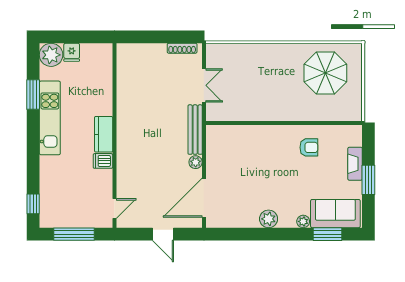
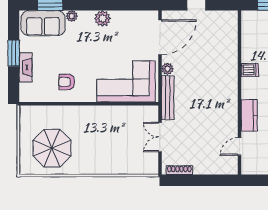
kitchen counter: (104, 134) -> (249, 115), moved
corner sofa: (242, 148) -> (126, 81), added
door: (114, 208) -> (240, 147), moved

